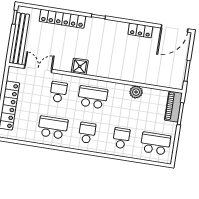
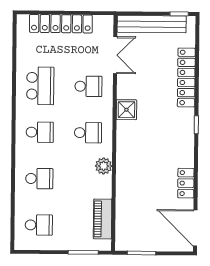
plant: (136, 92) -> (104, 166), moved
school desk: (93, 97) -> (88, 133), width x0.54
piano: (173, 107) -> (103, 219), moved, turned -90
school desk: (155, 144) -> (39, 225), width x0.54

